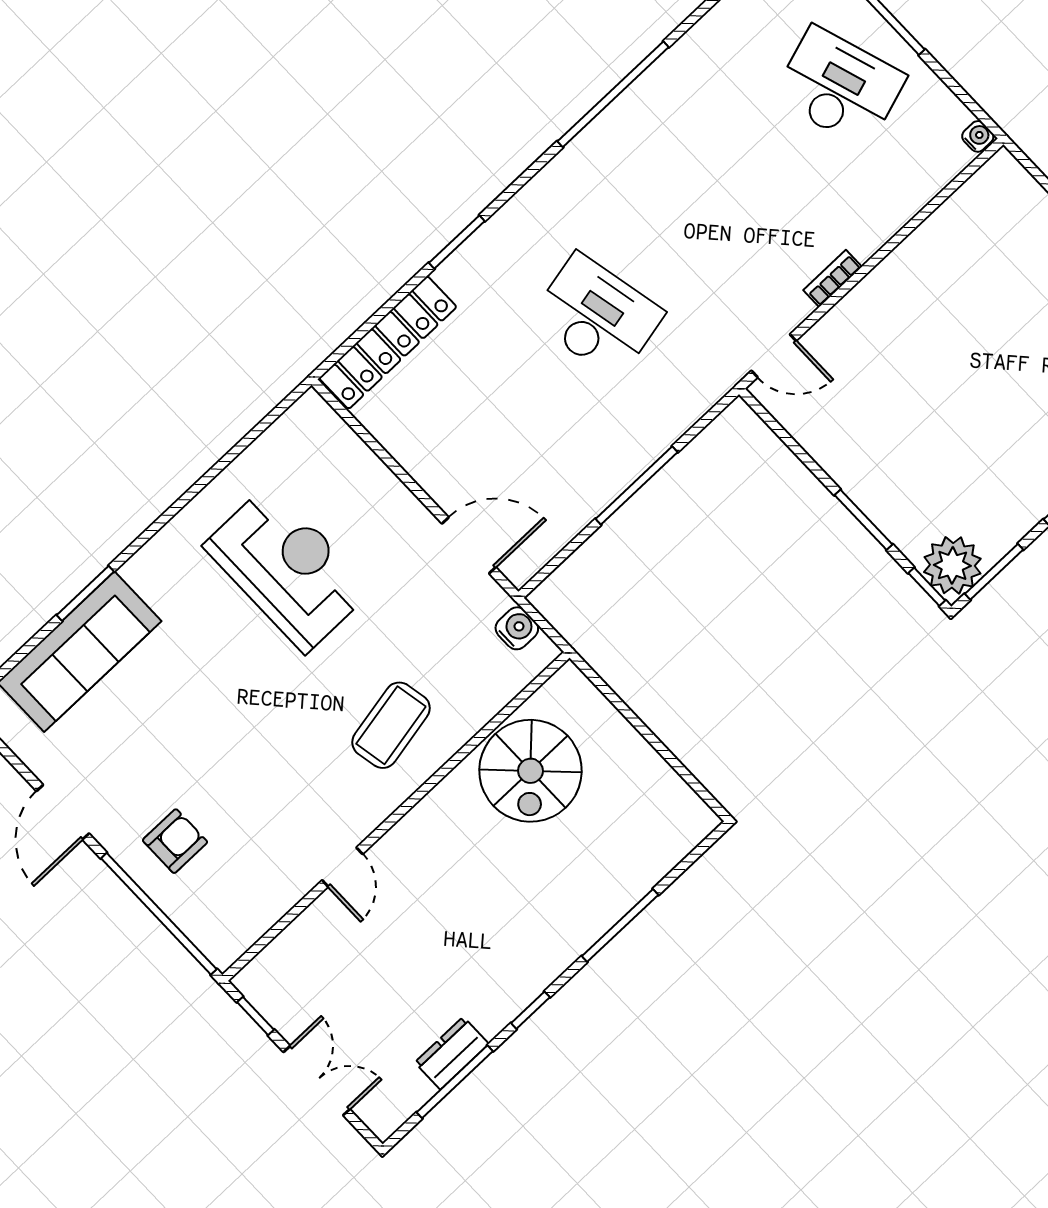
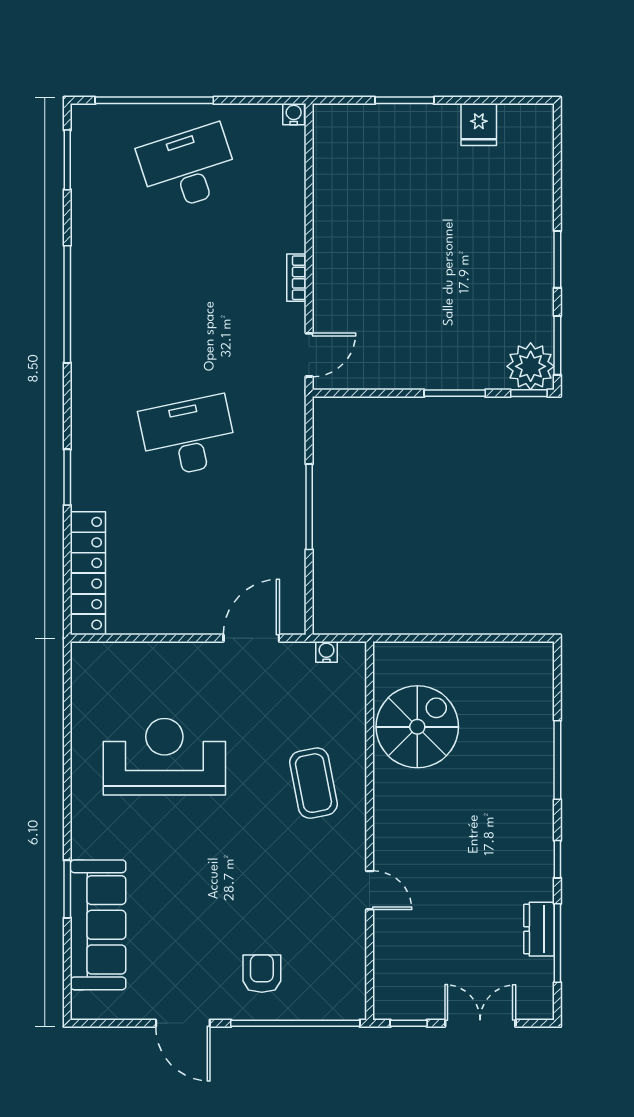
water cooler: (517, 628) -> (326, 652), width x0.72, depth x0.72
spiral stairs: (530, 771) -> (417, 727), turned -90

